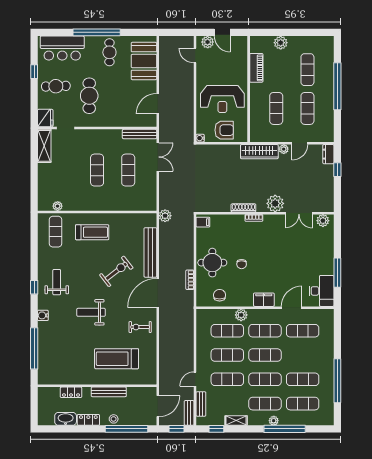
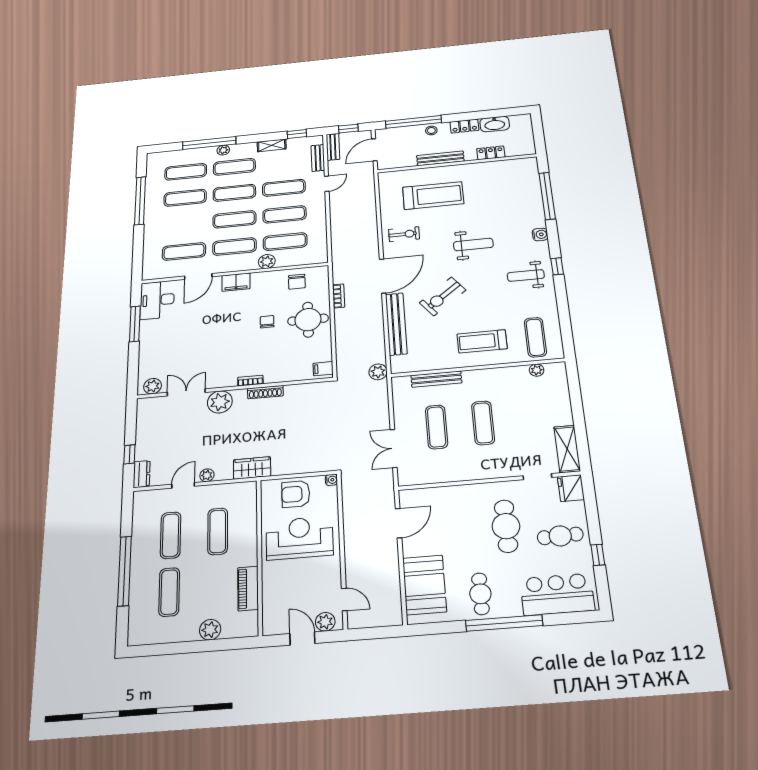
bench: (140, 134) -> (436, 379), moved
wardrobe: (259, 152) -> (252, 468), width x0.67
weight bench: (57, 282) -> (526, 275), turned 90

